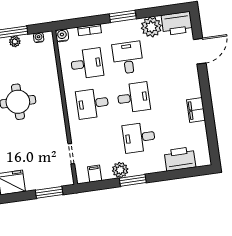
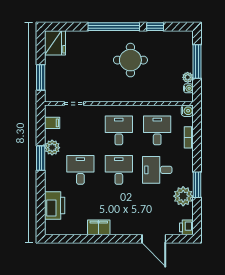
window: (123, 16) -> (197, 185), moved
printer: (177, 23) -> (186, 227), width x0.53, depth x0.68
plant: (15, 42) -> (188, 77), moved
desk: (128, 58) -> (157, 170), turned 180
desk: (87, 64) -> (157, 130), turned 180
desk: (133, 98) -> (119, 170), turned 180

